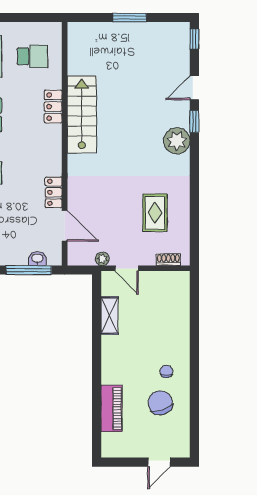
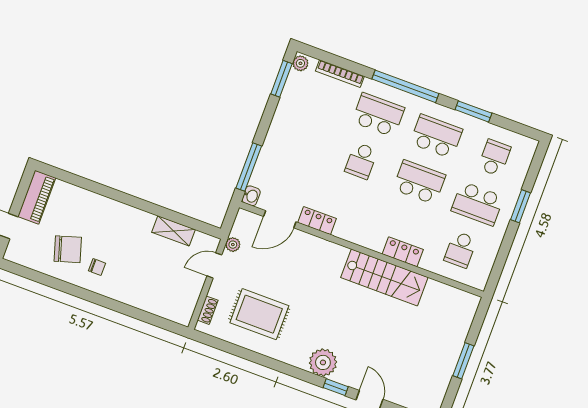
rug: (155, 213) -> (259, 314), width x1.36, depth x1.43
washbasin: (37, 259) -> (251, 196), moved
piano: (112, 408) -> (37, 197), moved, turned -90

